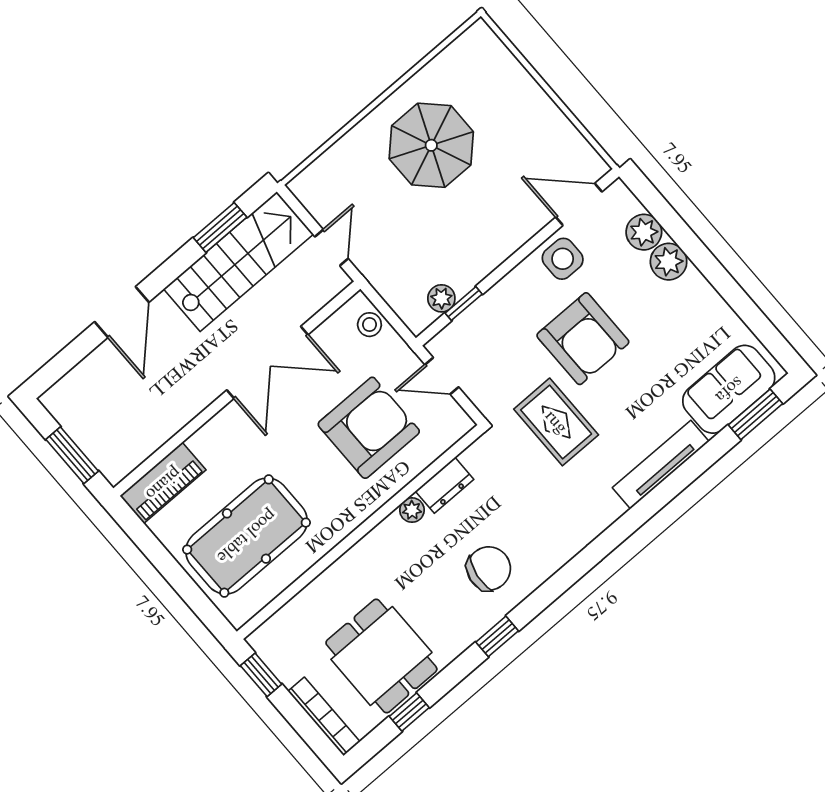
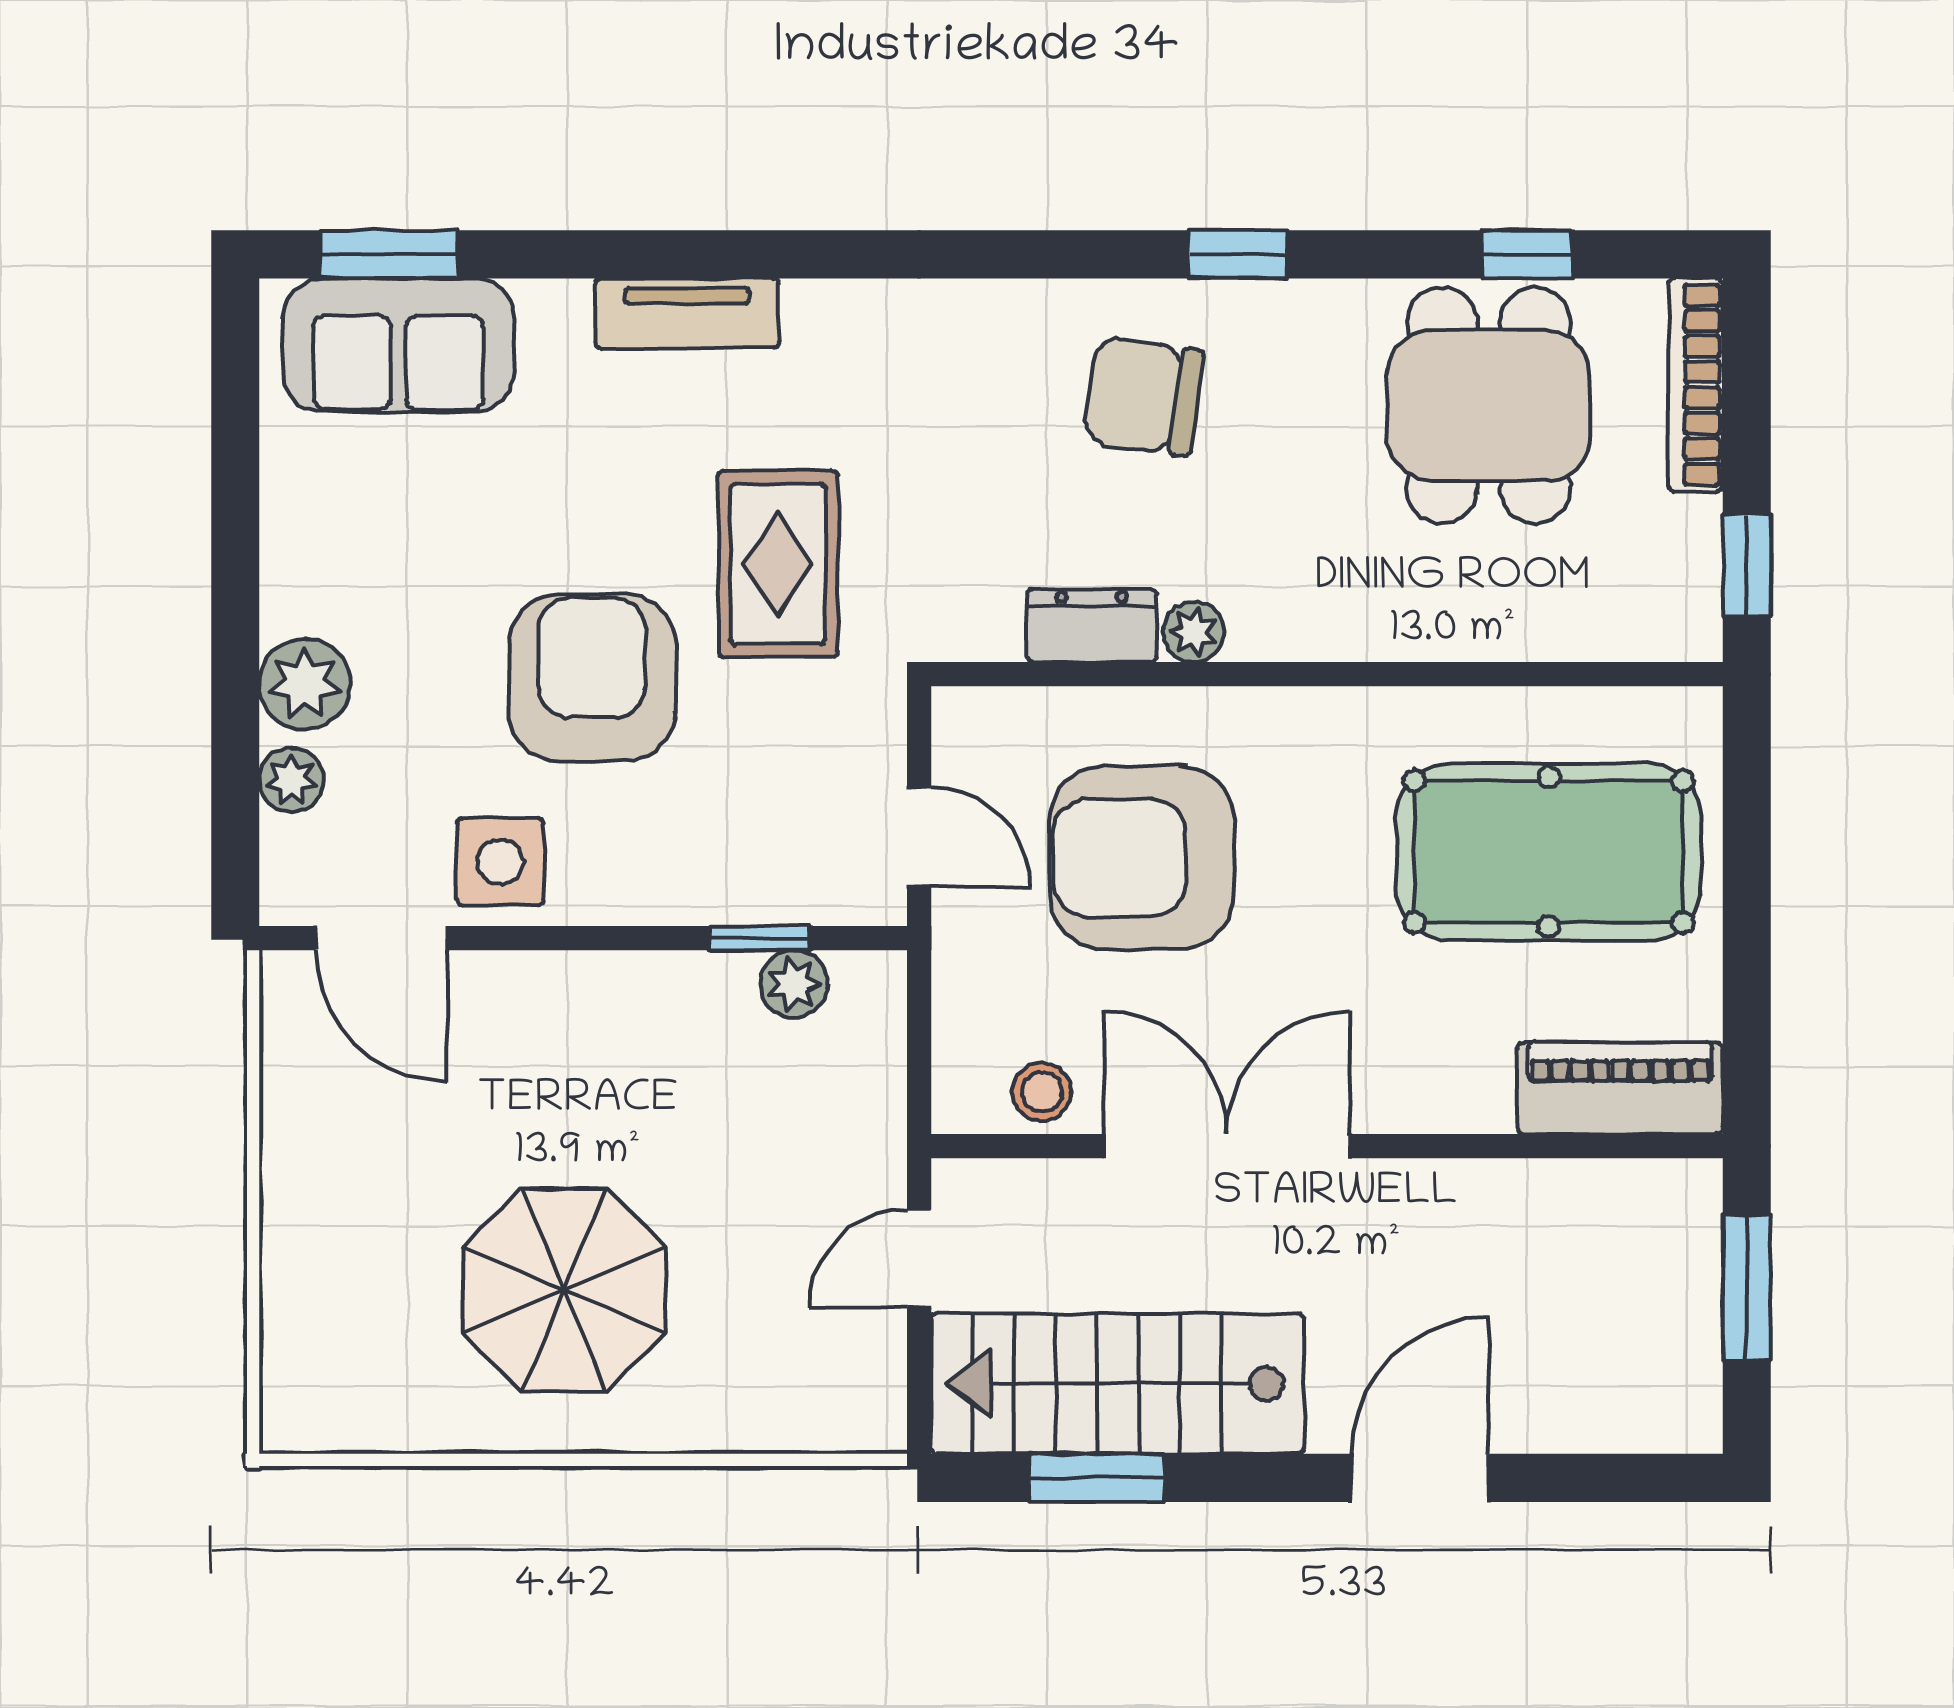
plant: (644, 232) -> (291, 780), width x0.73, depth x0.73
stool: (369, 325) -> (1042, 1092), moved
tv unit: (661, 465) -> (687, 313), width x0.71

